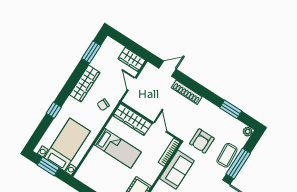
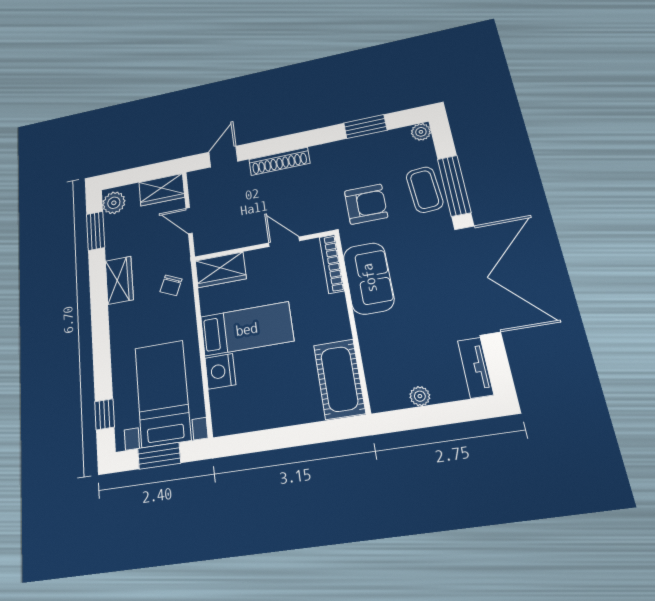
plant: (108, 46) -> (114, 203), added
wardrobe: (85, 84) -> (119, 280), width x0.67
window: (54, 110) -> (105, 414), moved
wardrobe: (132, 120) -> (221, 270), width x0.67
armchair: (202, 141) -> (366, 204), turned -90
nightstand: (95, 155) -> (220, 371), added

